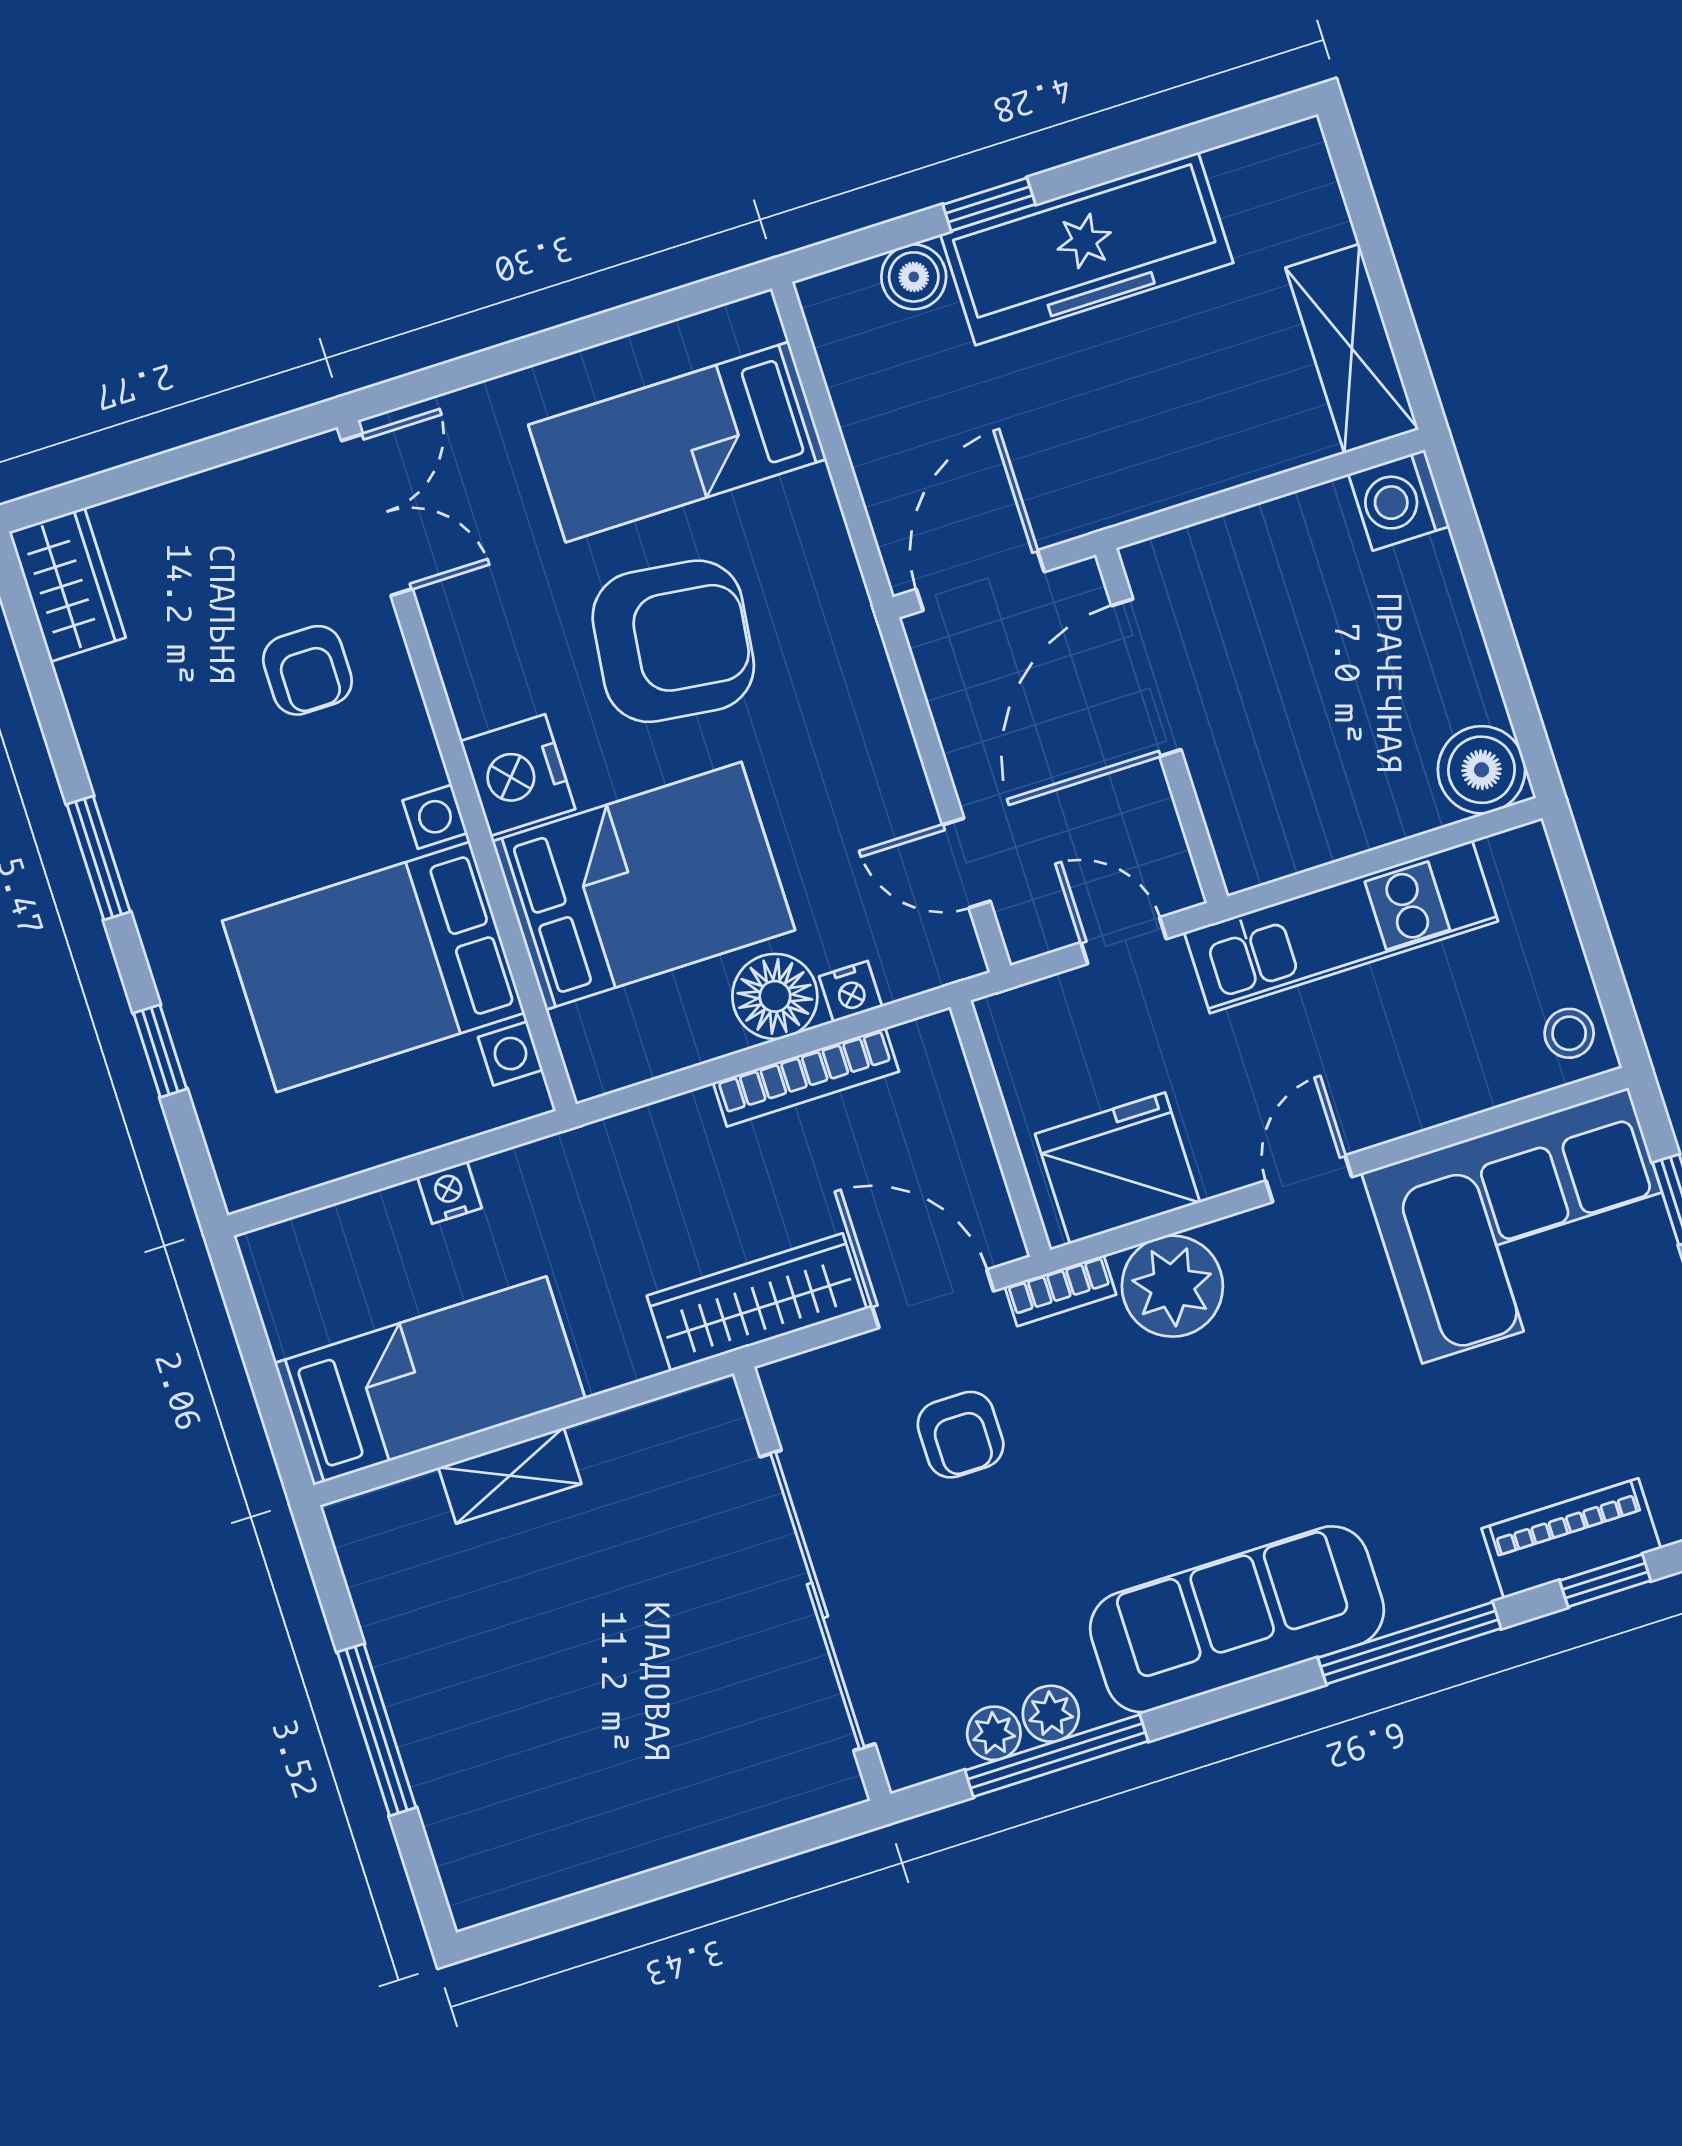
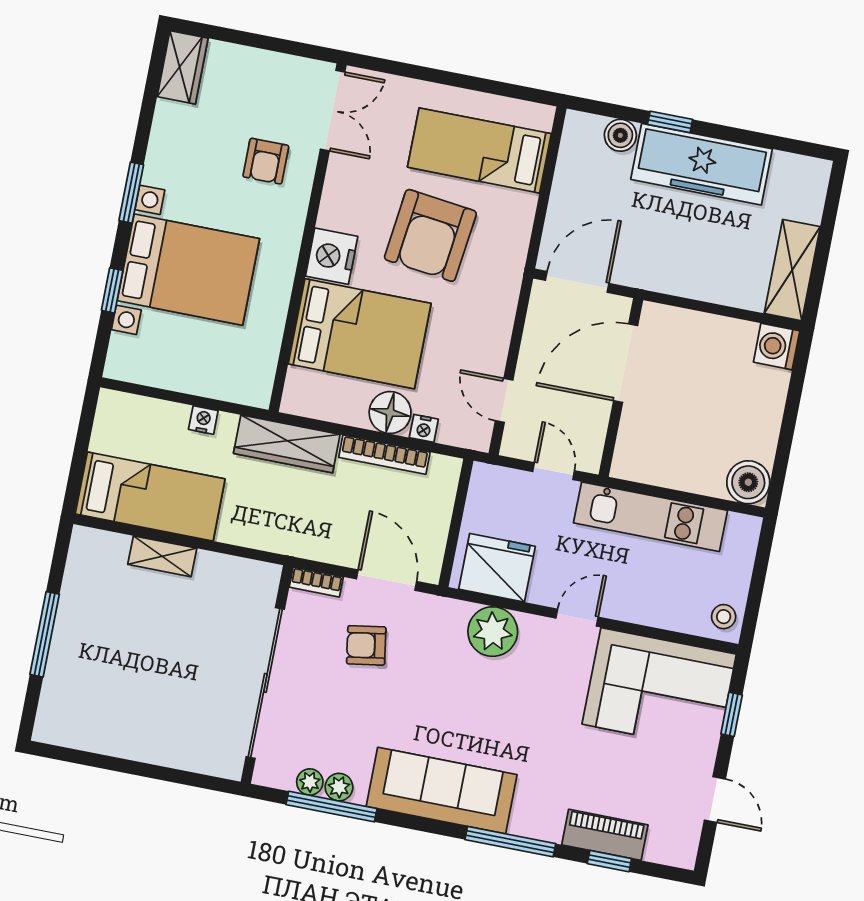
armchair: (673, 641) -> (430, 235), turned 90
bed with nightstands: (373, 967) -> (188, 270), moved, turned 180
bookcase: (1060, 1291) -> (316, 582), moved
wardrobe: (757, 1302) -> (287, 444), moved, turned 180
armchair: (961, 1435) -> (366, 645), turned 81

